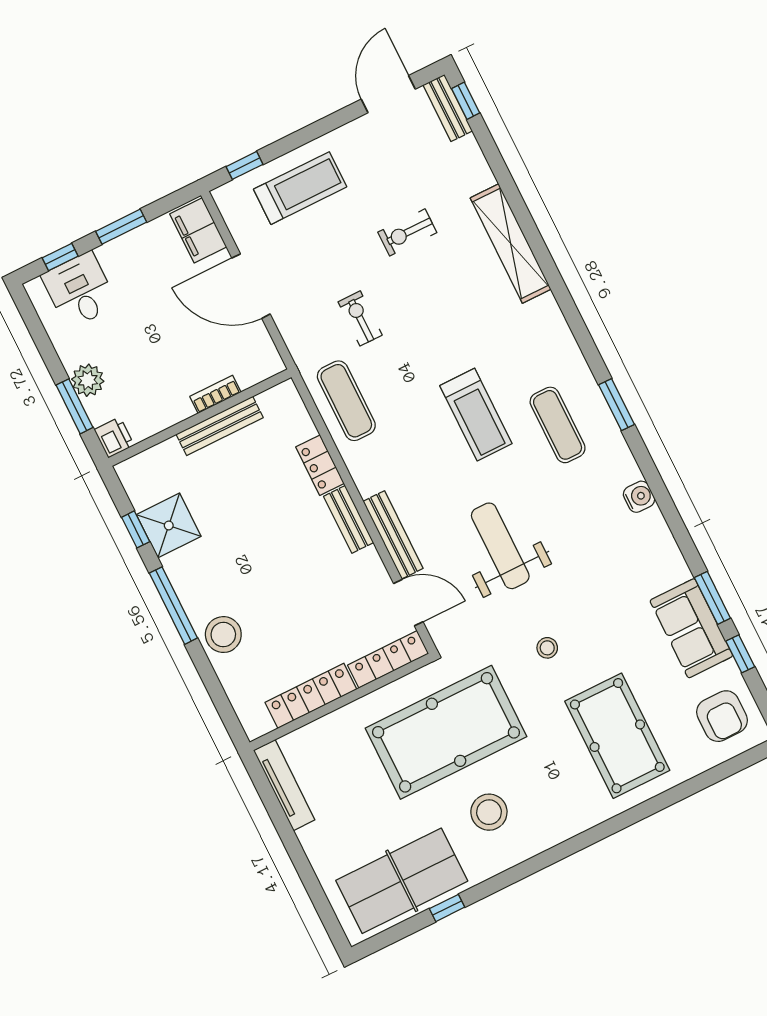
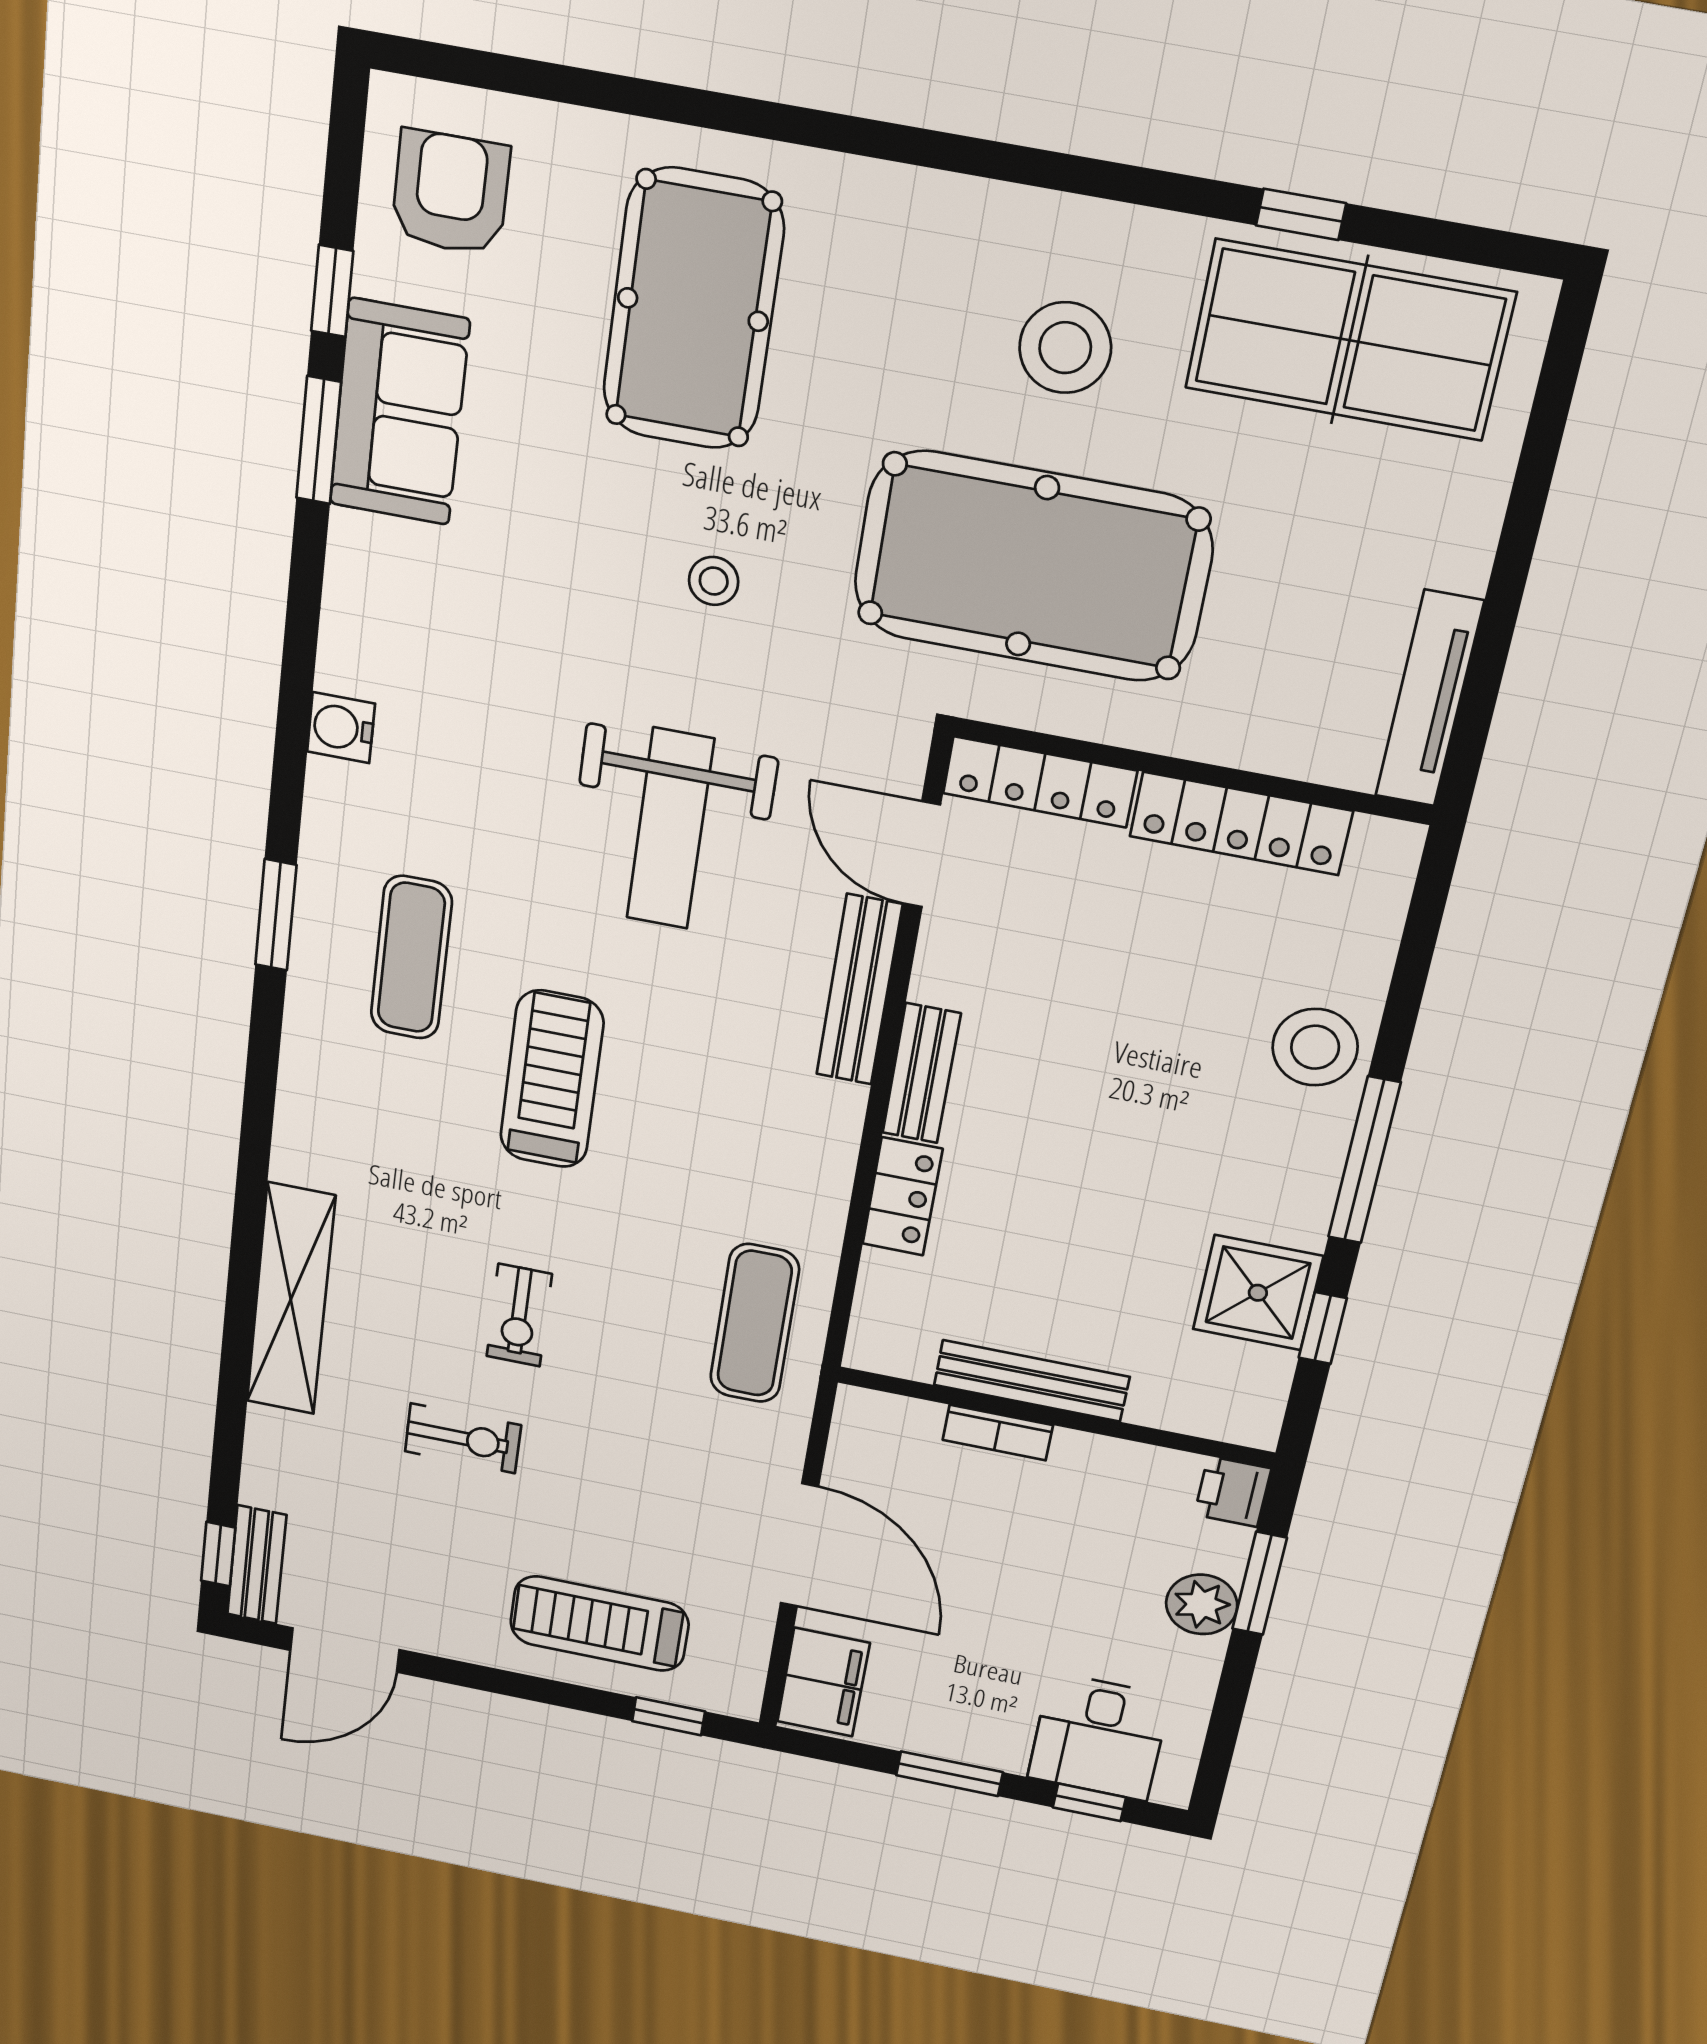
exercise bike: (360, 318) -> (519, 1315), moved
exercise mat: (346, 401) -> (755, 1323), moved

